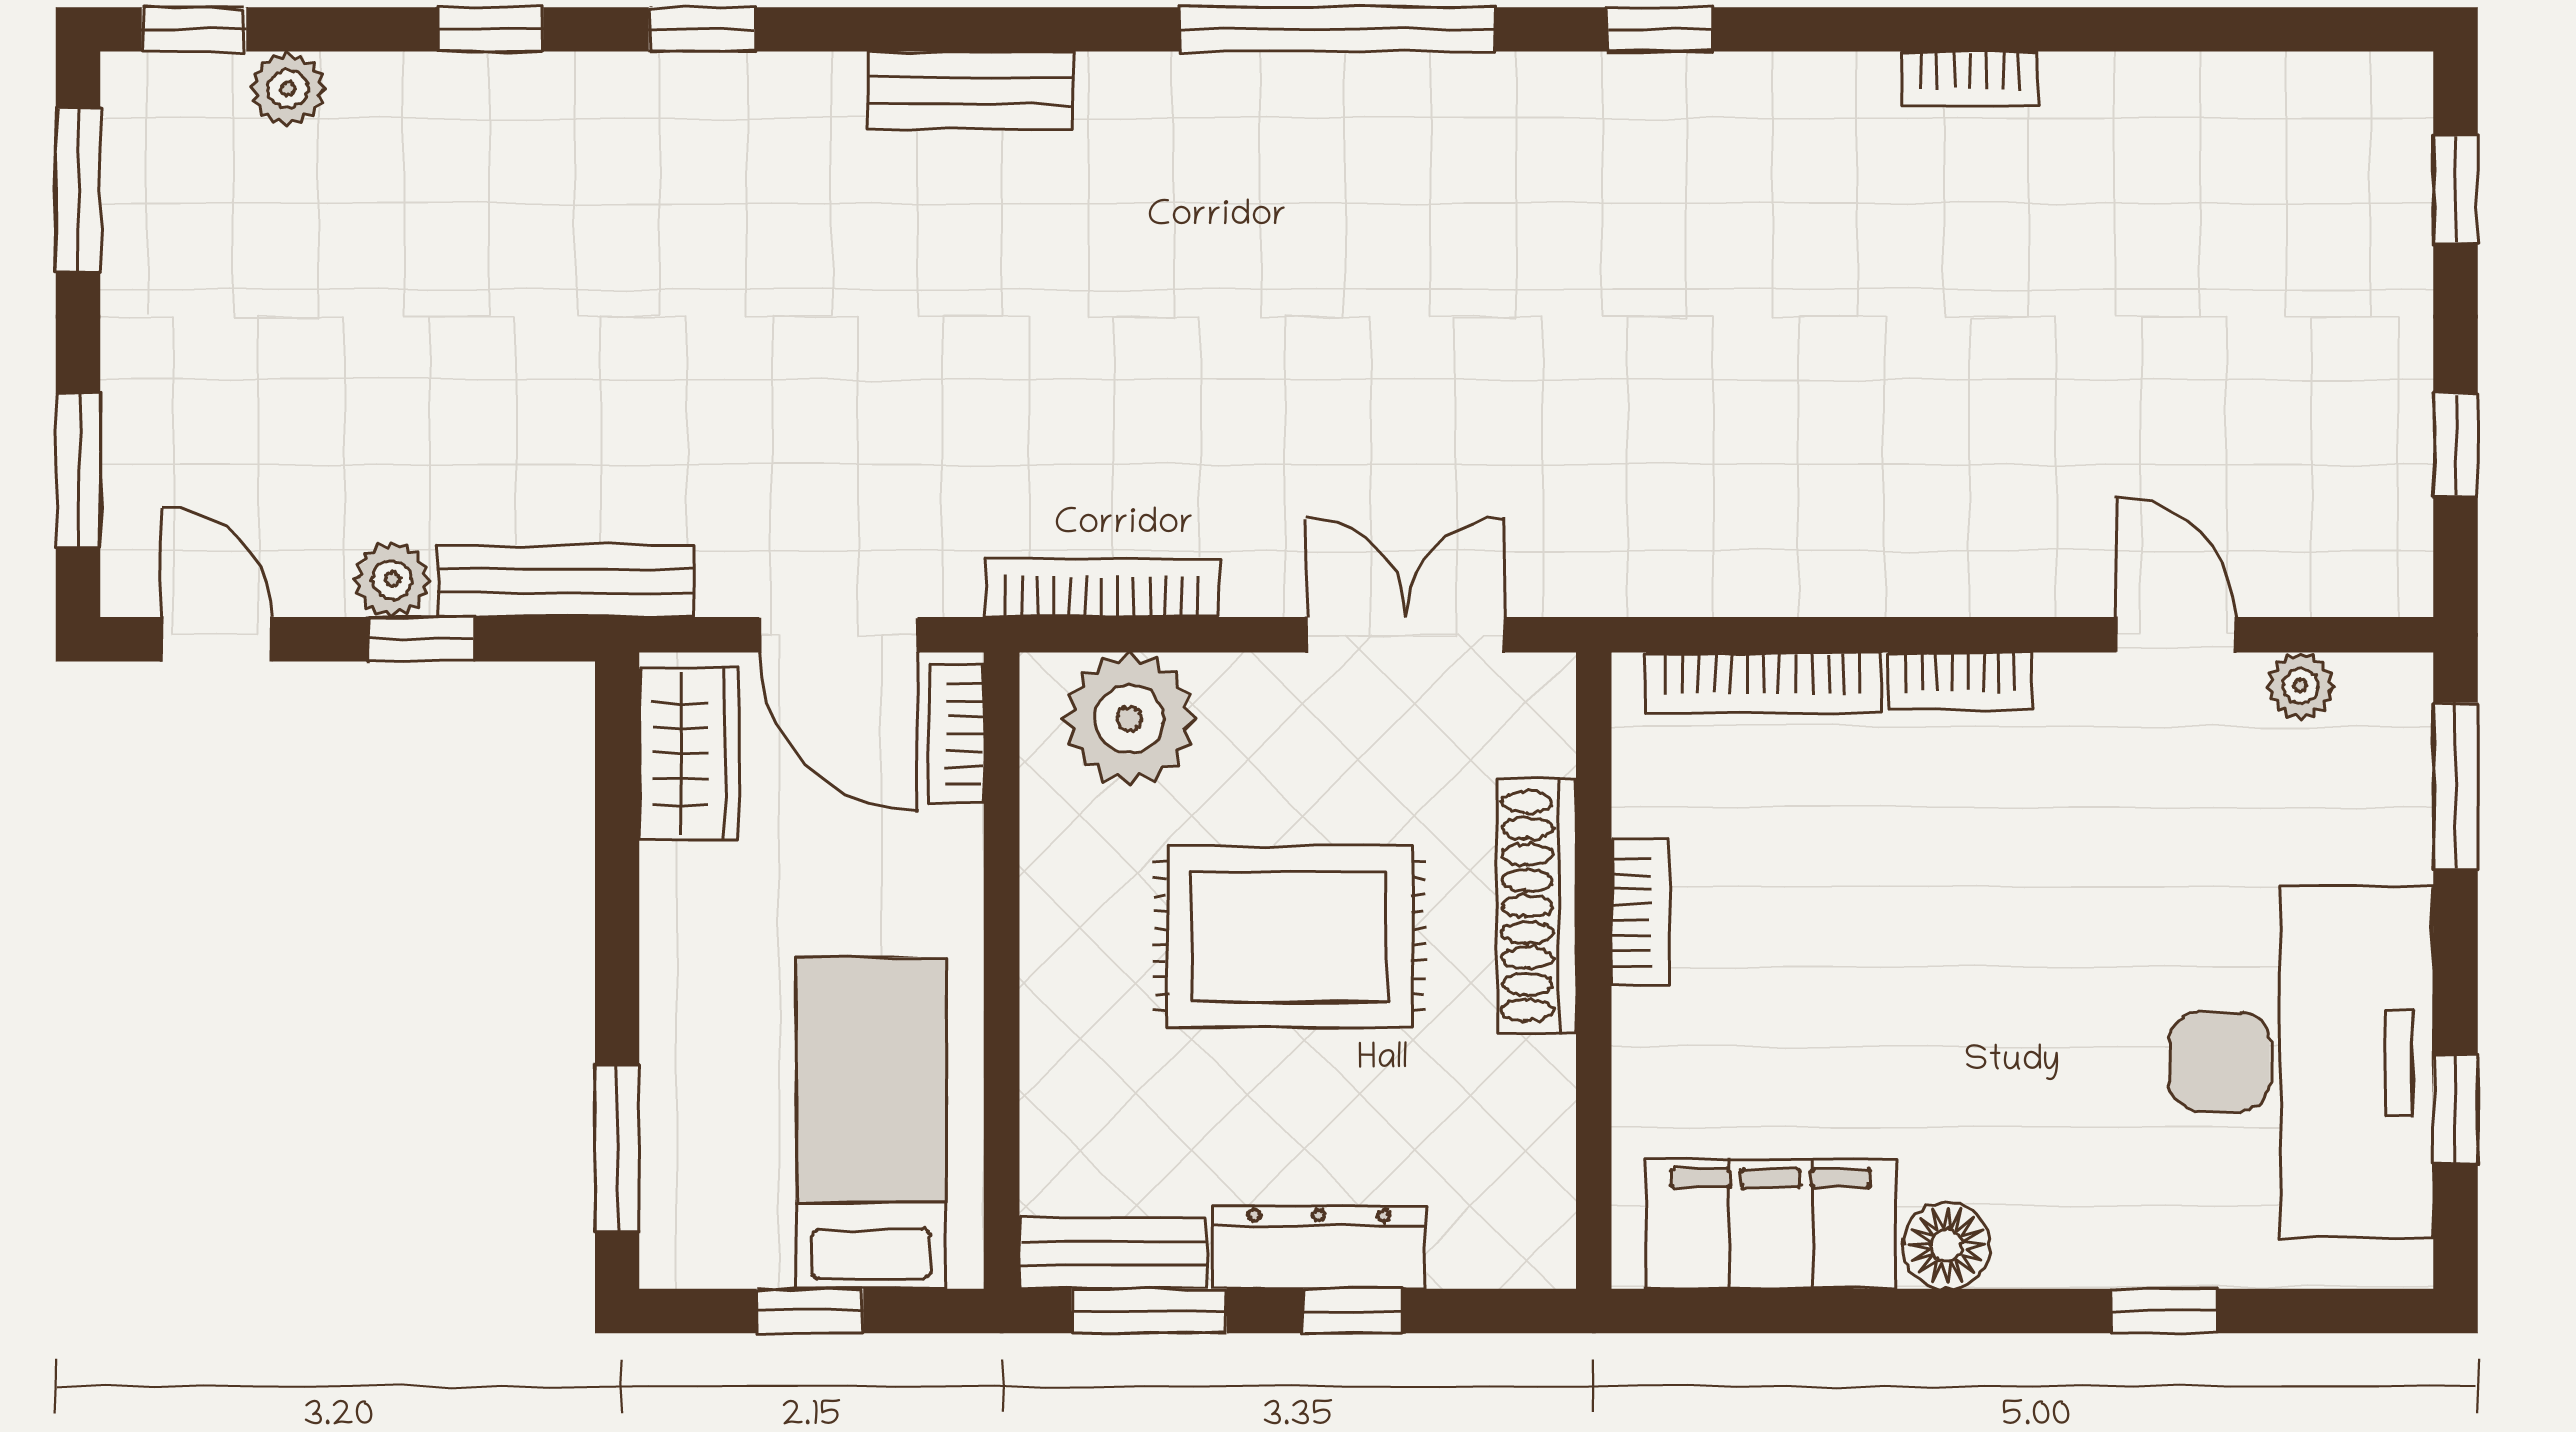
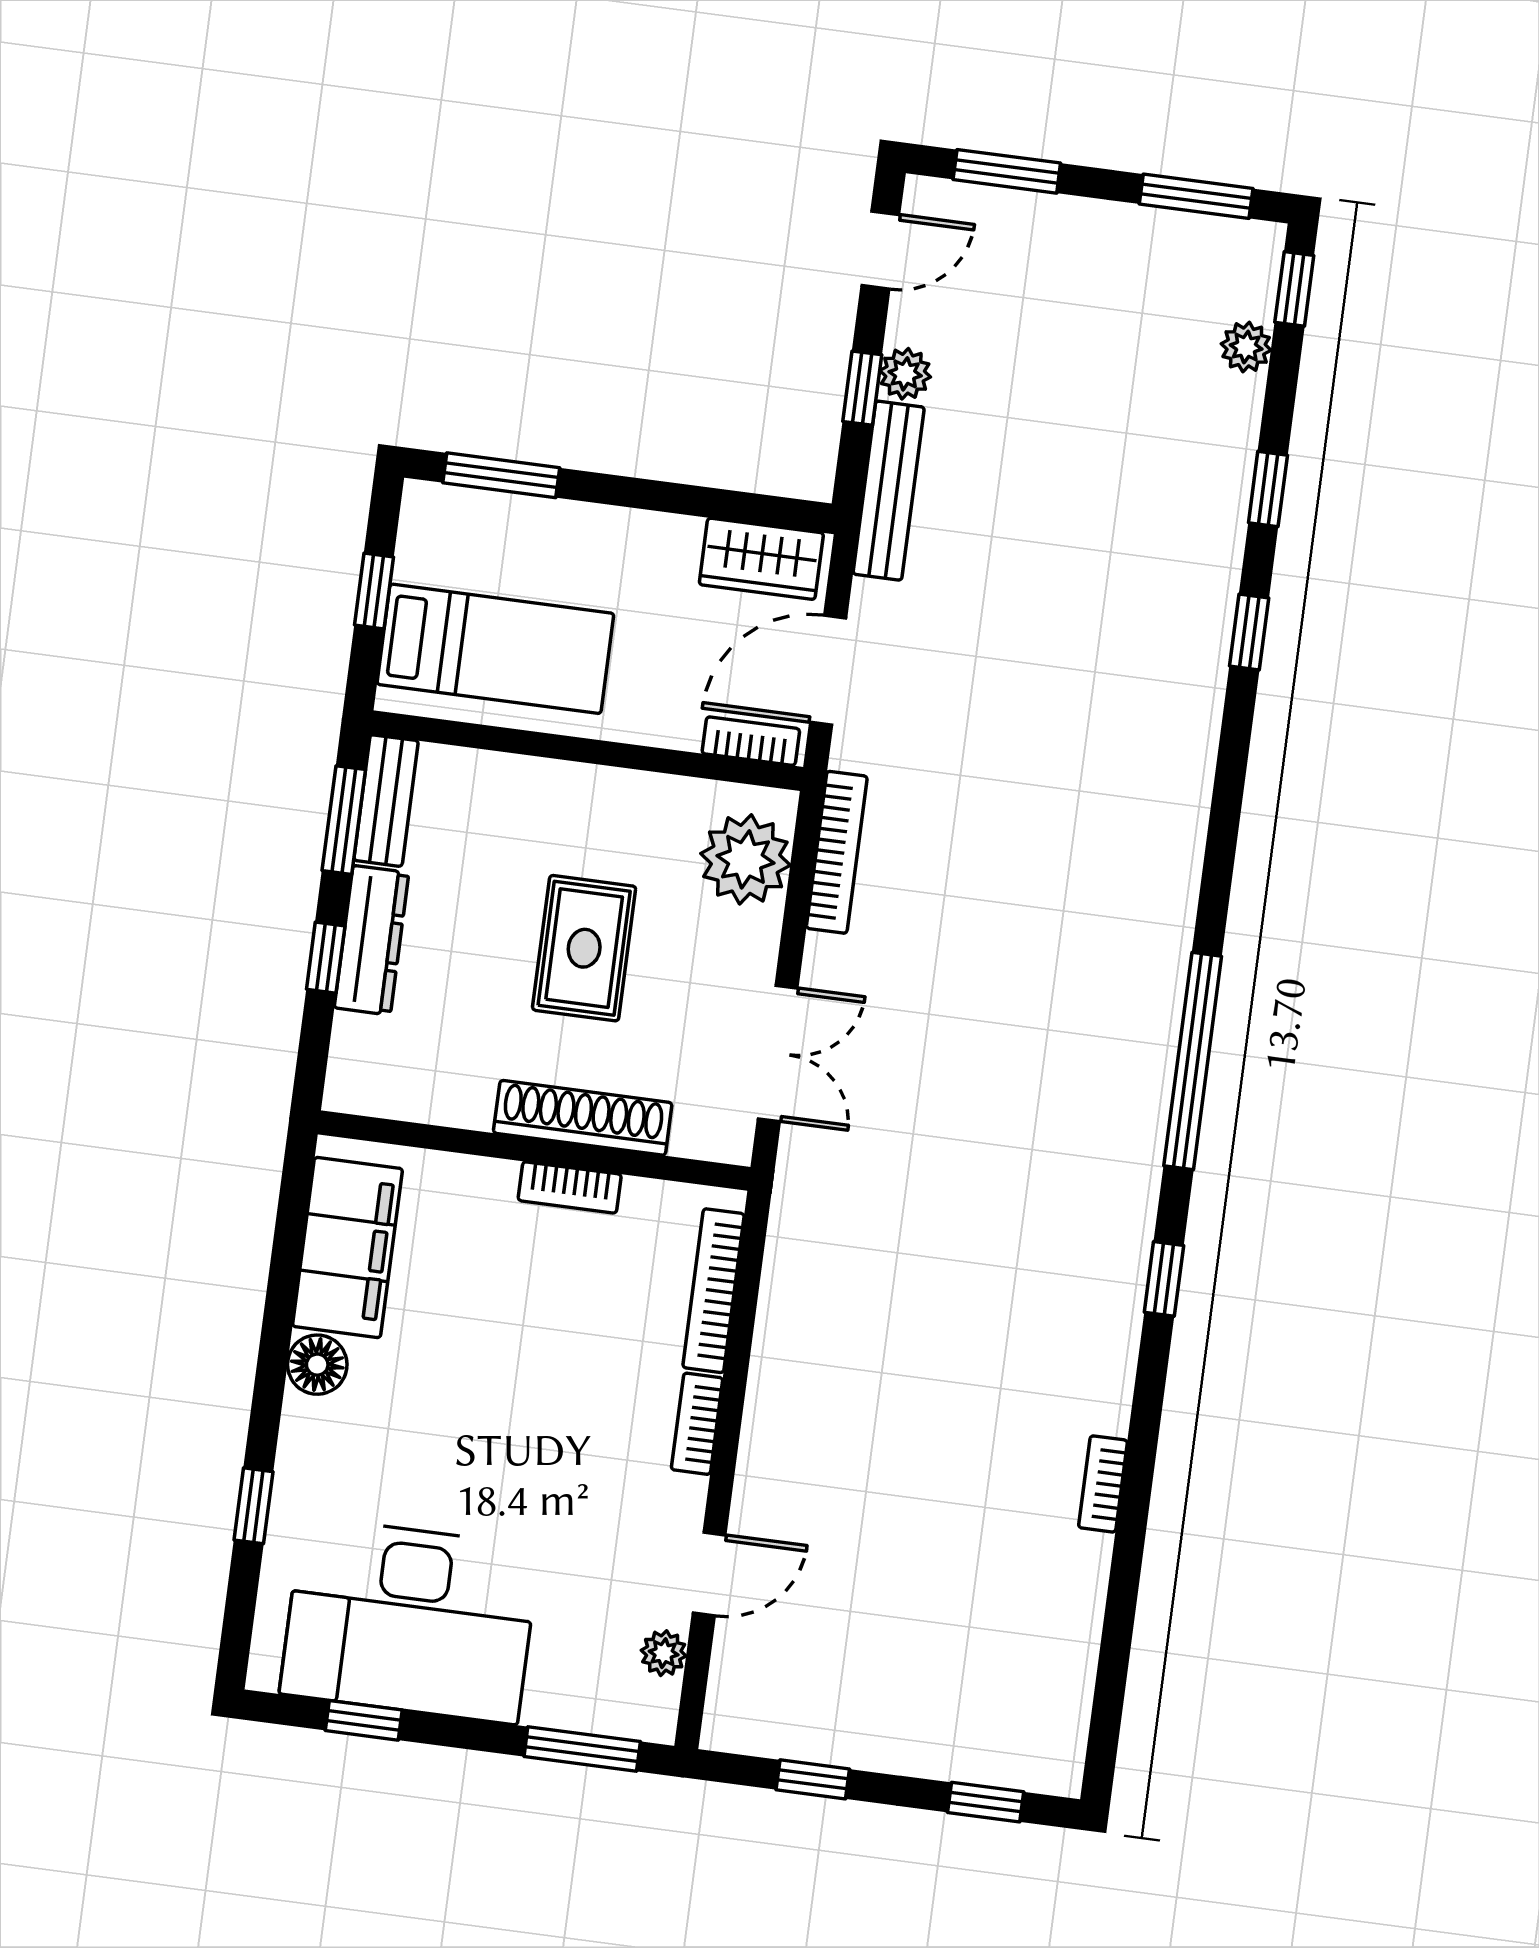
bench: (970, 91) -> (1184, 808), removed
rug: (1290, 937) -> (584, 948), width x0.73, depth x0.70

